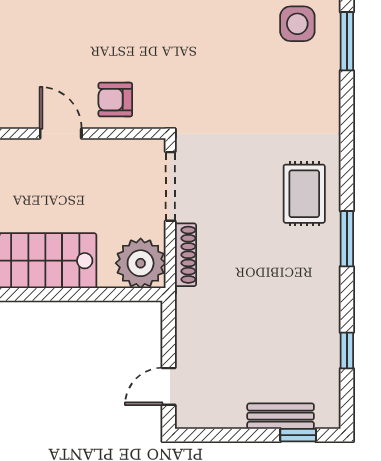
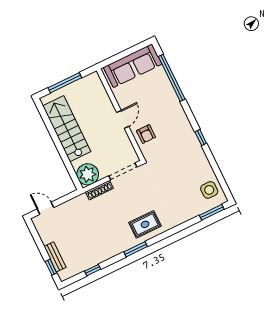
armchair: (115, 100) -> (146, 134), turned 180

